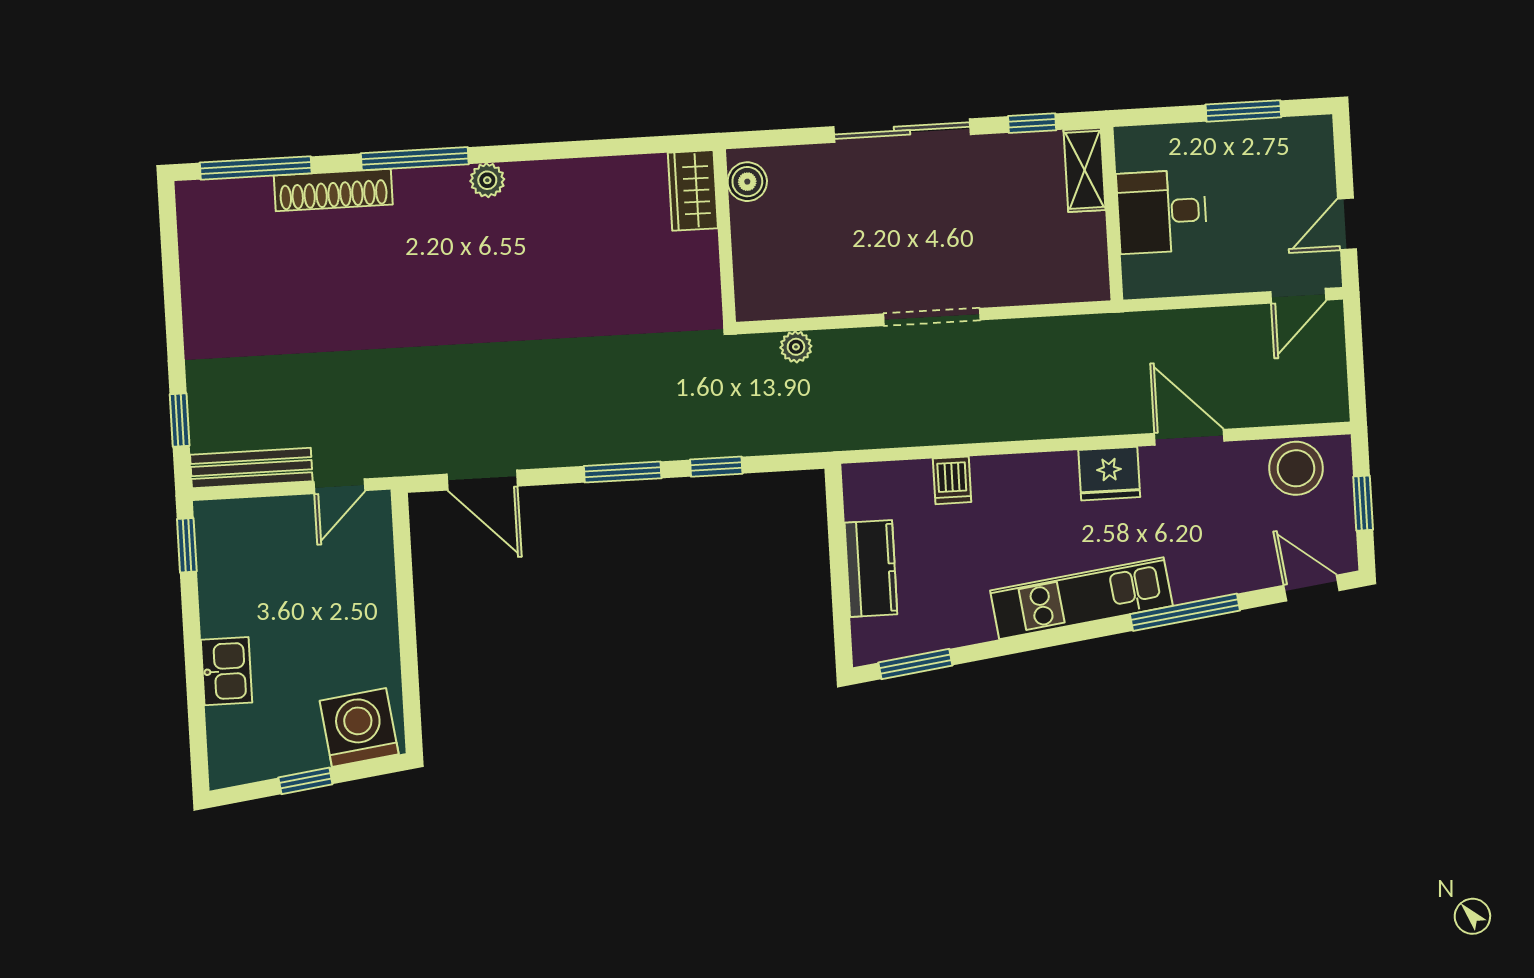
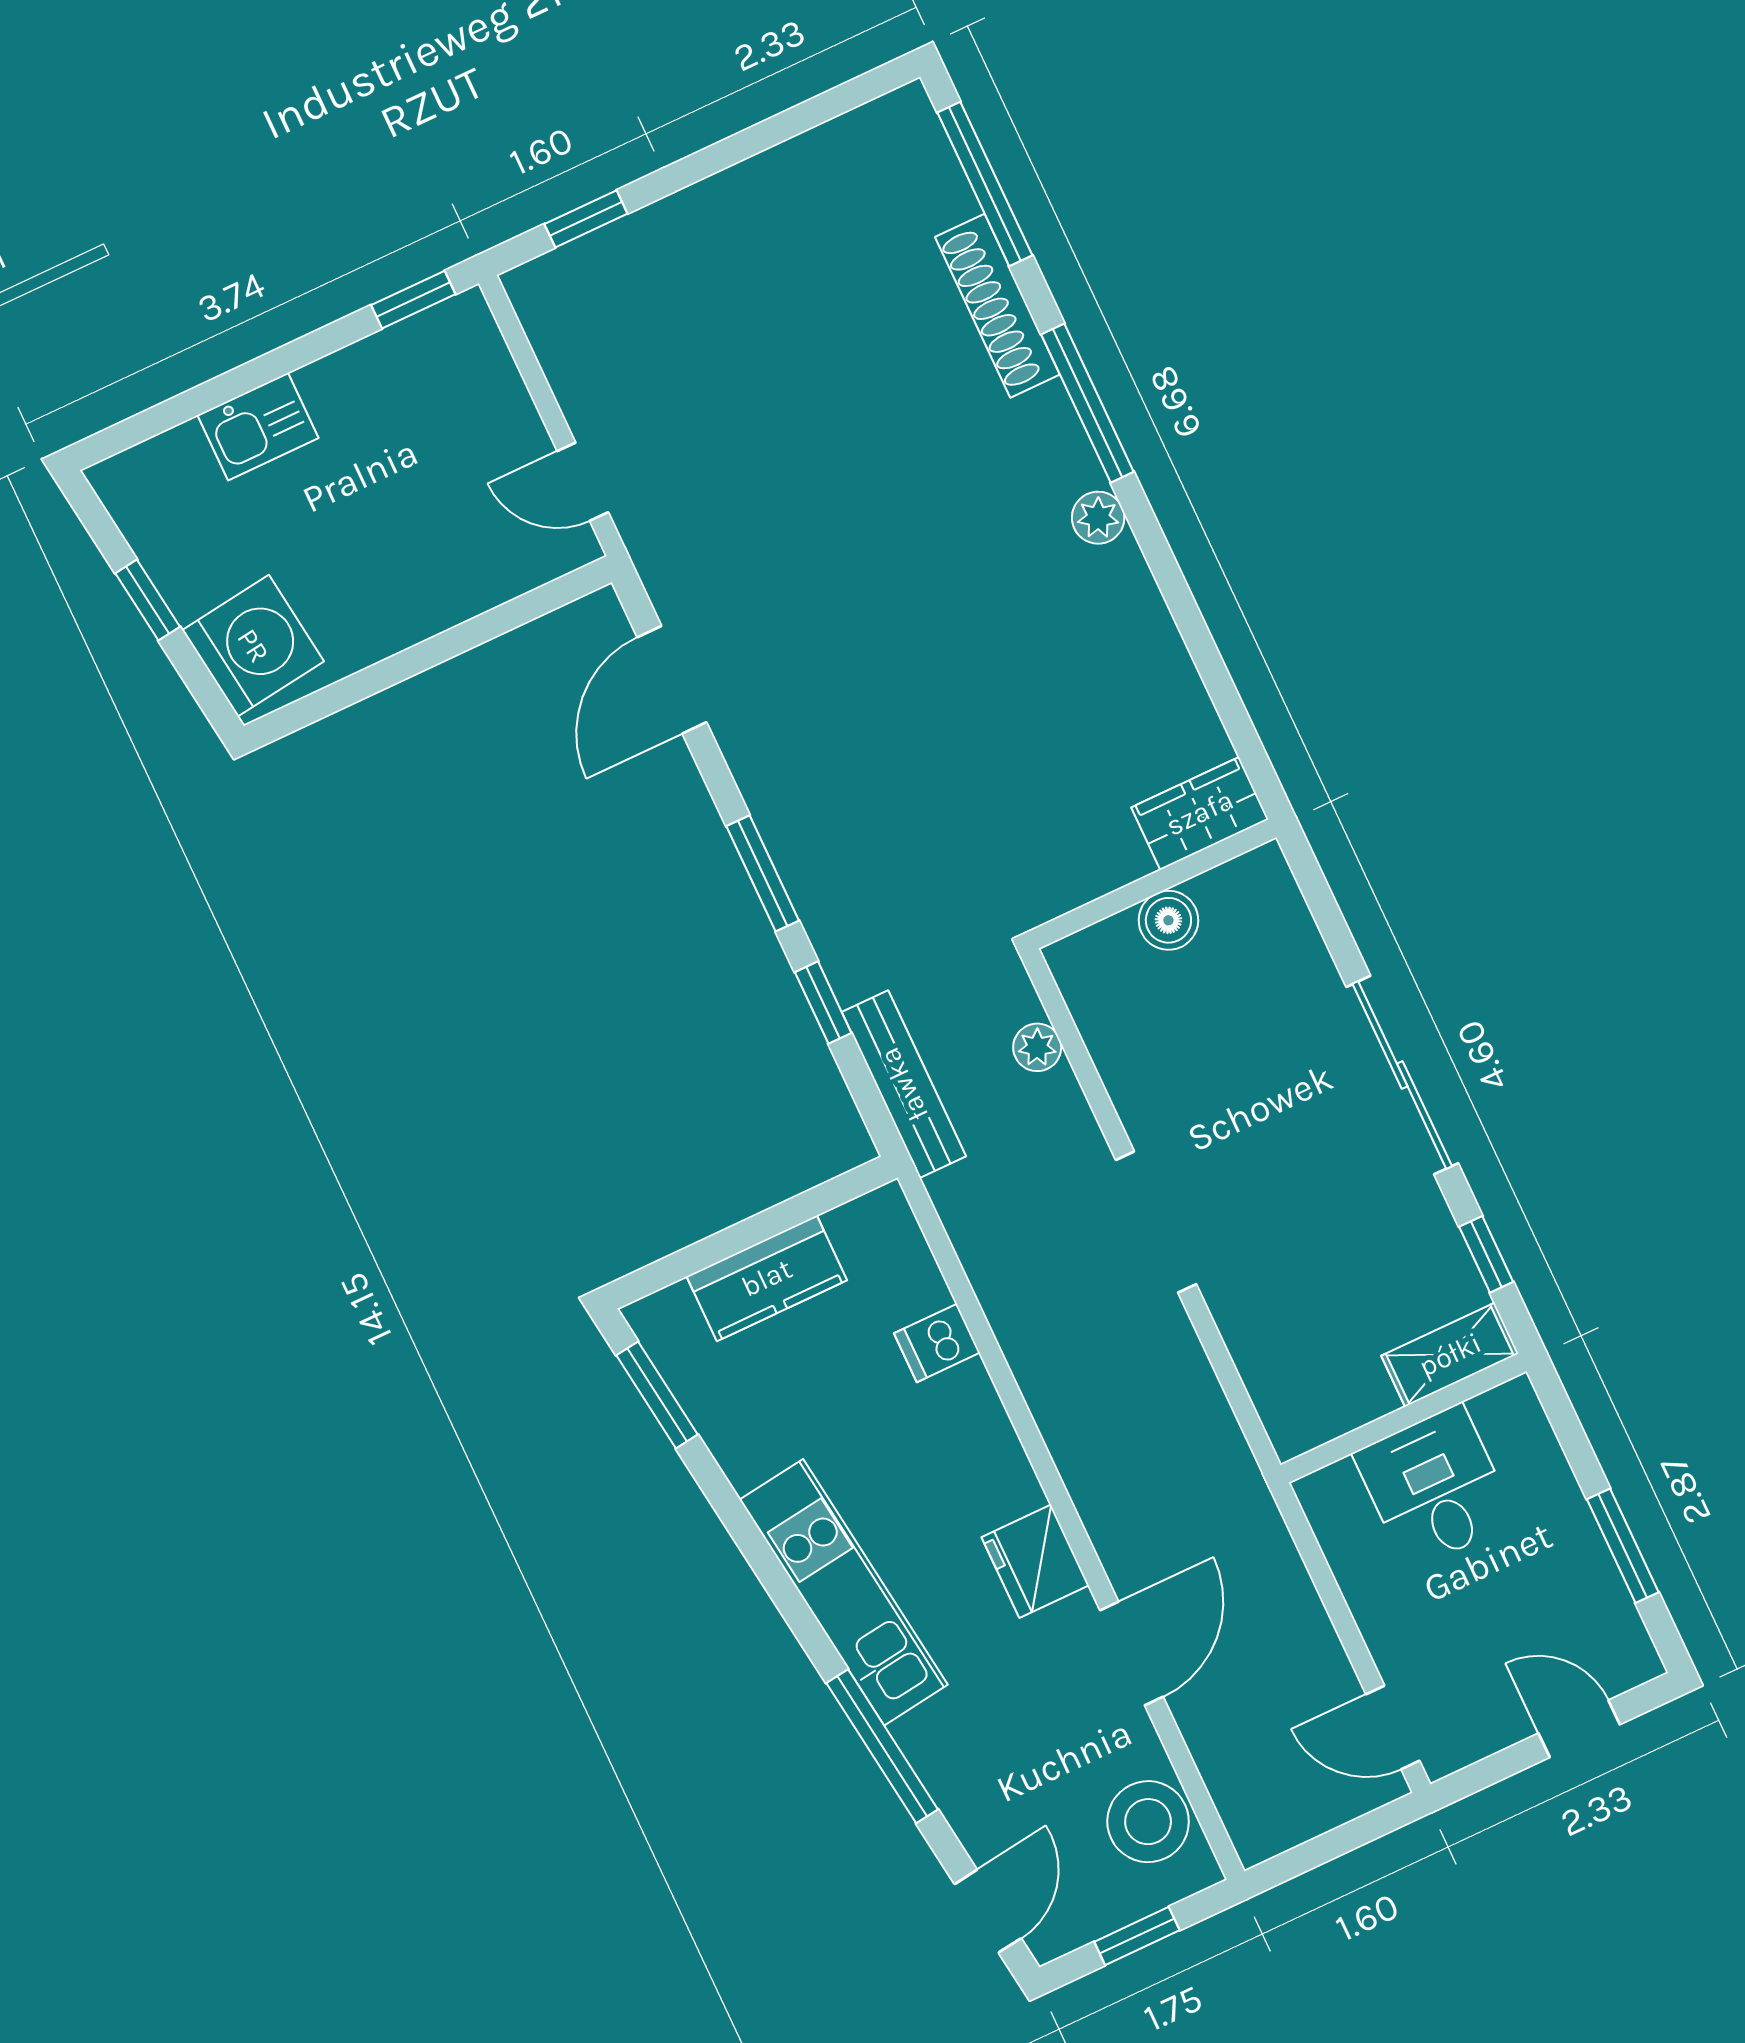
boiler: (747, 182) -> (1168, 920), moved
door: (1347, 224) -> (1579, 1729), moved
bench: (251, 468) -> (904, 1084), moved

